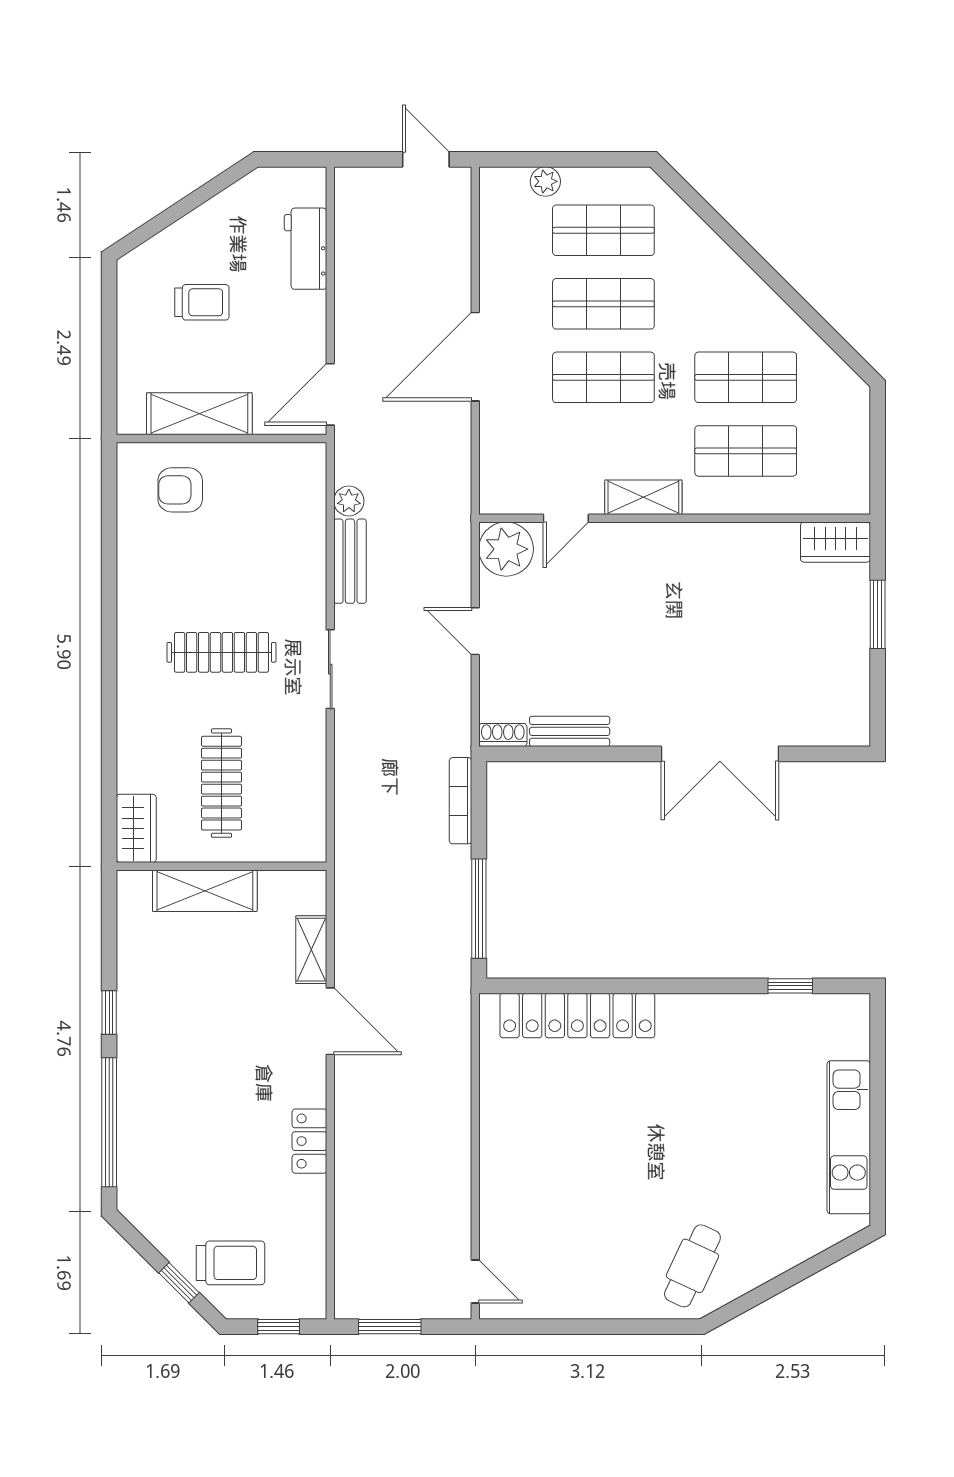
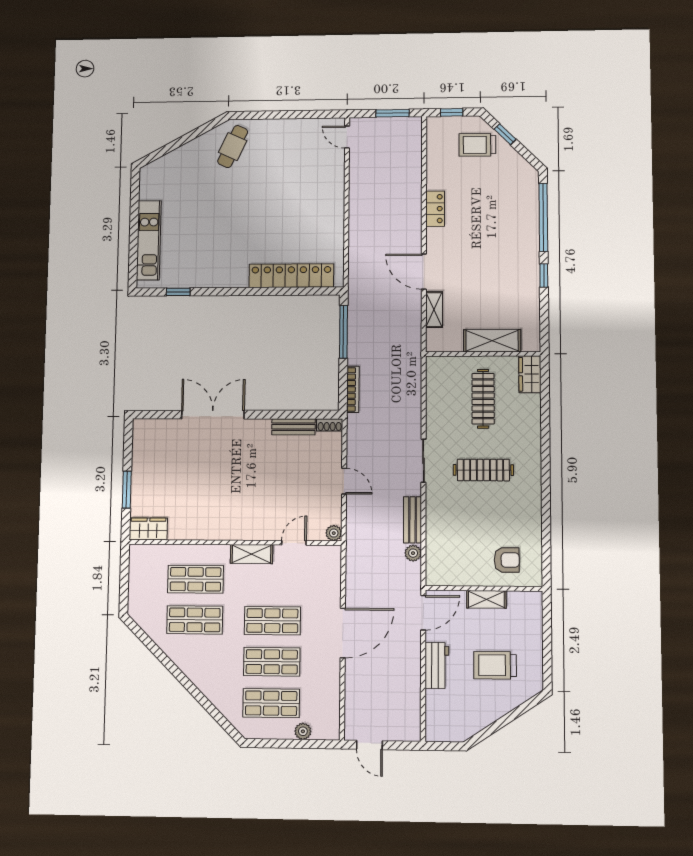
workbench: (306, 249) -> (437, 665), moved
trolley: (202, 302) -> (495, 665), width x1.36, depth x1.39
shelving: (199, 414) -> (486, 599), width x0.67, depth x0.75
plant: (506, 549) -> (334, 533), width x0.53, depth x0.53
kitchen unit: (849, 1137) -> (149, 240), moved

